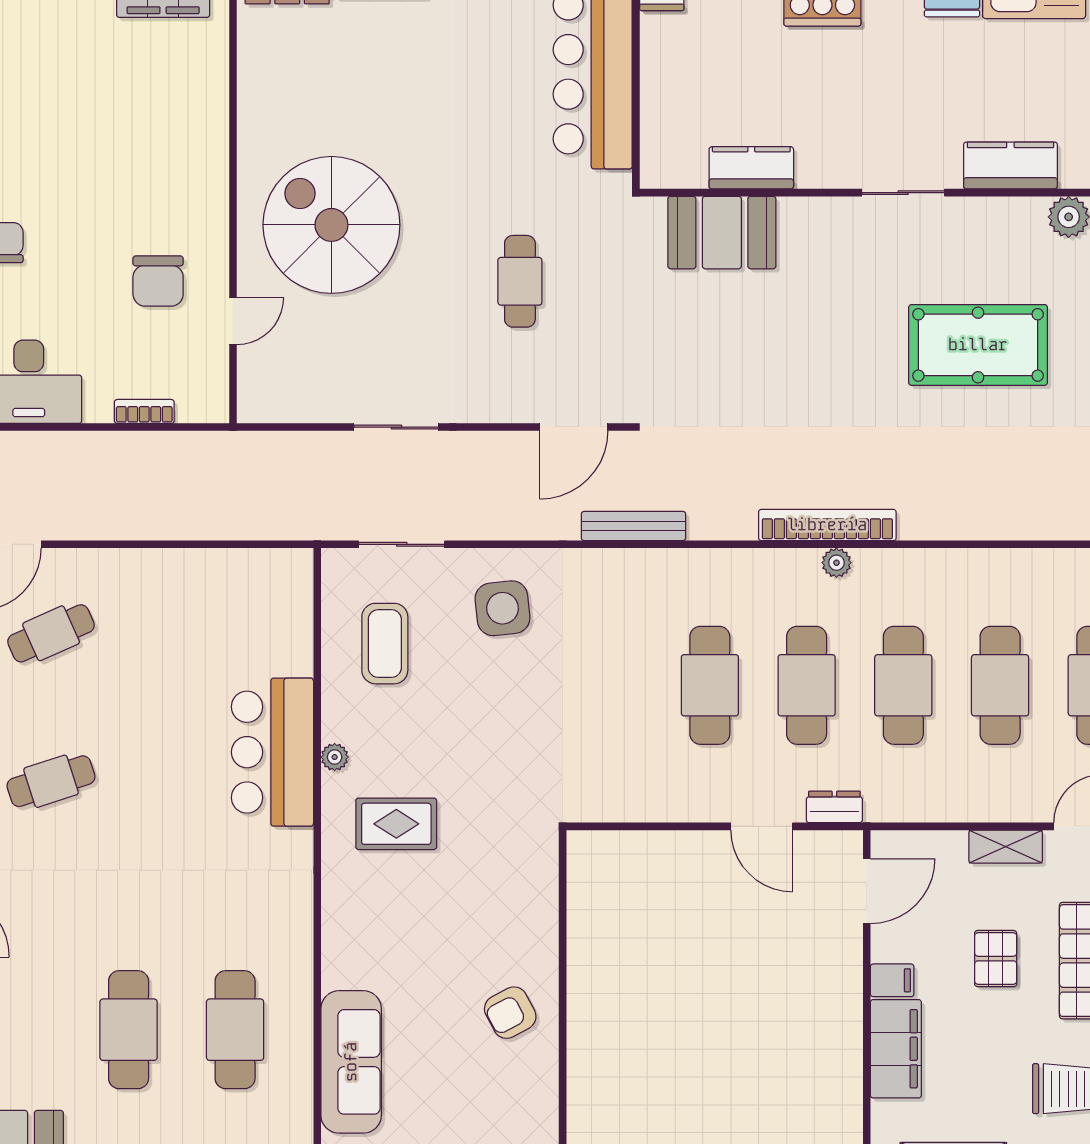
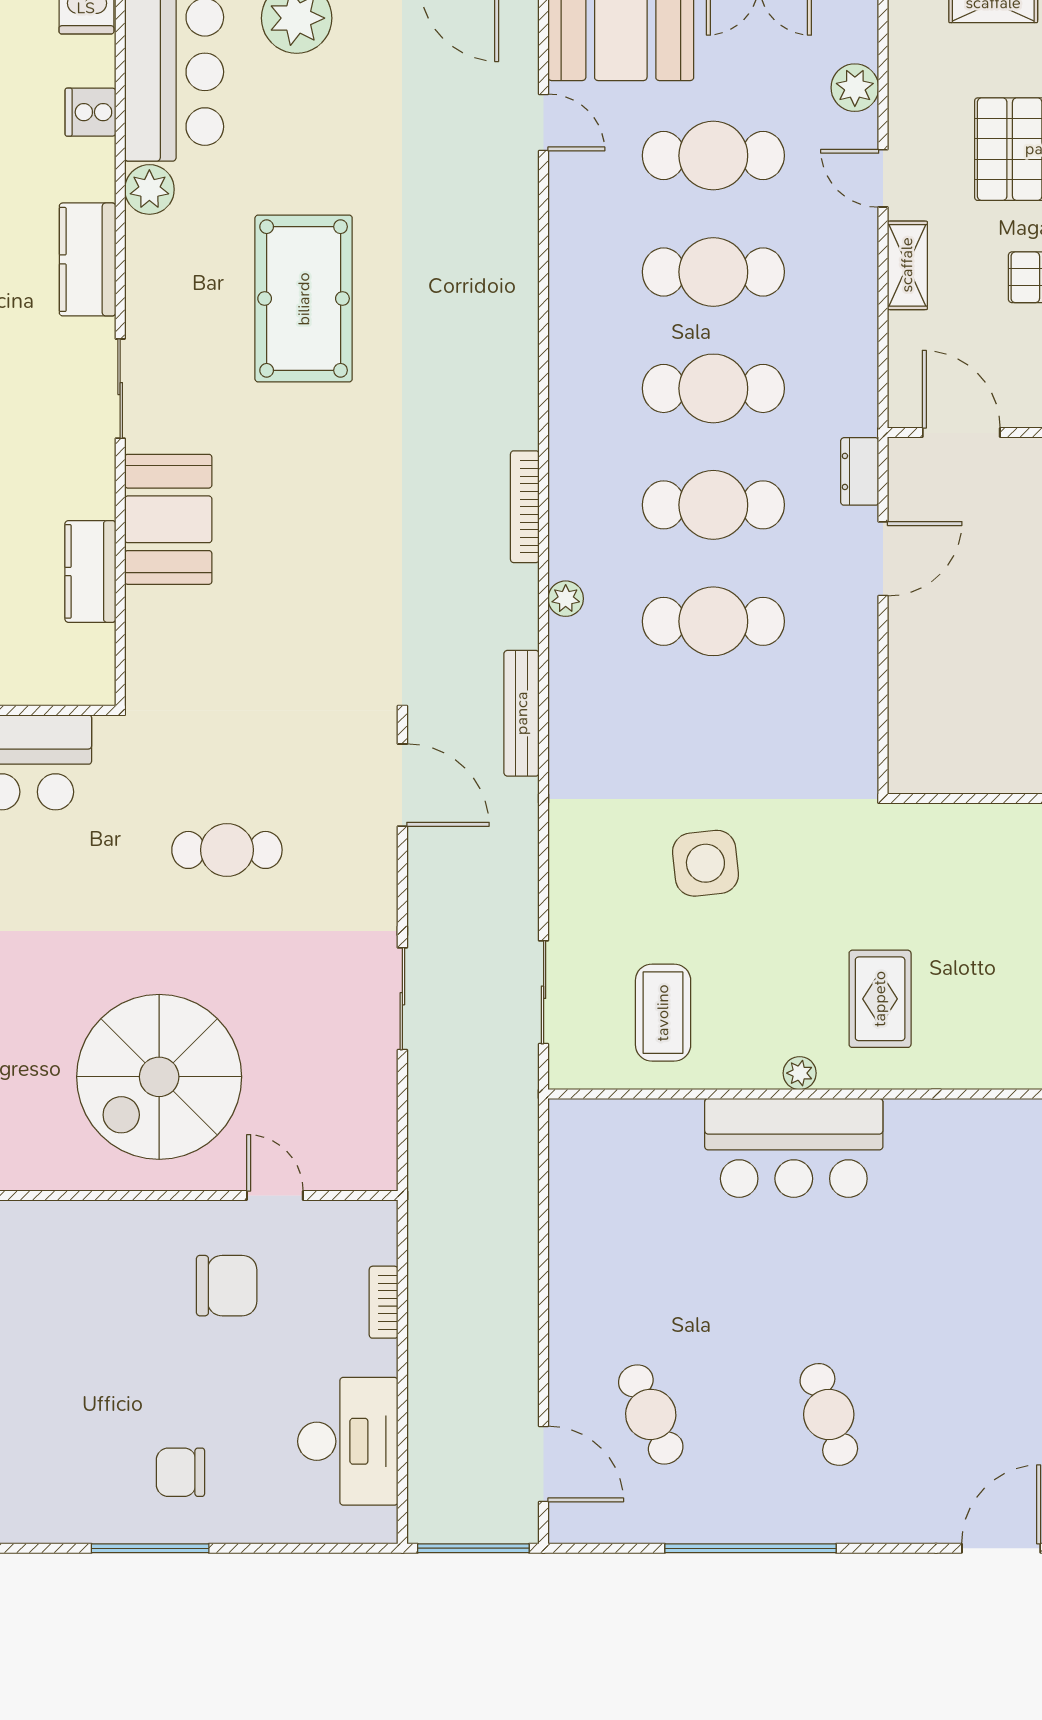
booth: (722, 233) -> (168, 519), moved
bookcase: (827, 525) -> (525, 507), width x0.68, depth x0.76
plant: (836, 563) -> (566, 599), moved
side table: (503, 608) -> (705, 863), moved
coffee table: (385, 644) -> (663, 1013), turned 90

